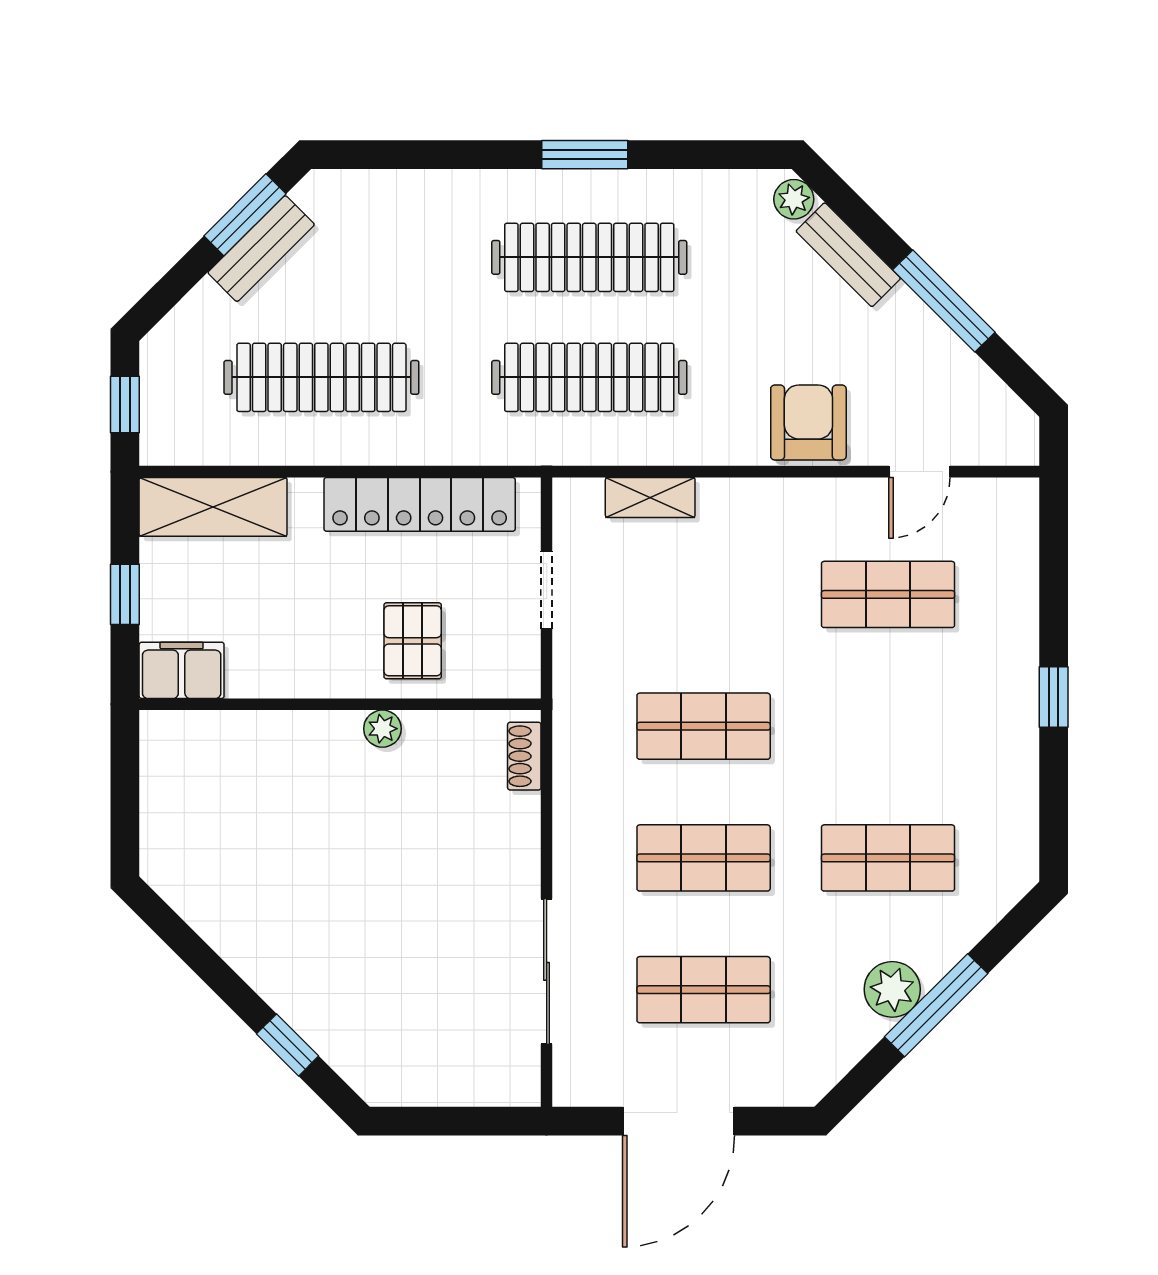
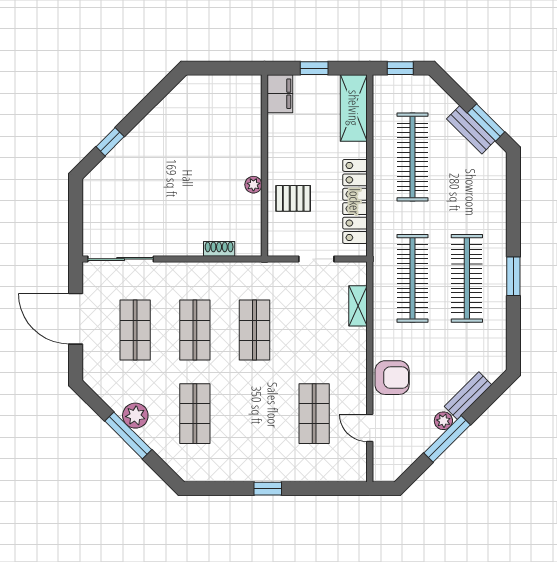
plant: (794, 199) -> (443, 421), moved
shoe rack: (524, 756) -> (219, 249), moved
sliding door: (547, 971) -> (121, 259), moved

